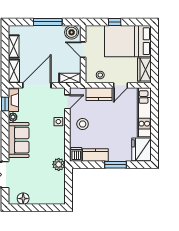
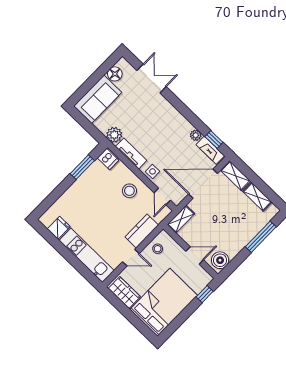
window: (48, 22) -> (261, 237), moved
window: (115, 22) -> (205, 294), moved
door: (37, 85) -> (203, 184), swing flipped
door: (120, 85) -> (131, 258), swing flipped
sofa: (19, 140) -> (98, 99), moved, turned -90
tv unit: (60, 144) -> (131, 154), added
fridge: (141, 149) -> (59, 228), width x0.53, depth x0.75
kitchen counter: (95, 155) -> (91, 175), removed
window: (115, 165) -> (82, 167), moved

